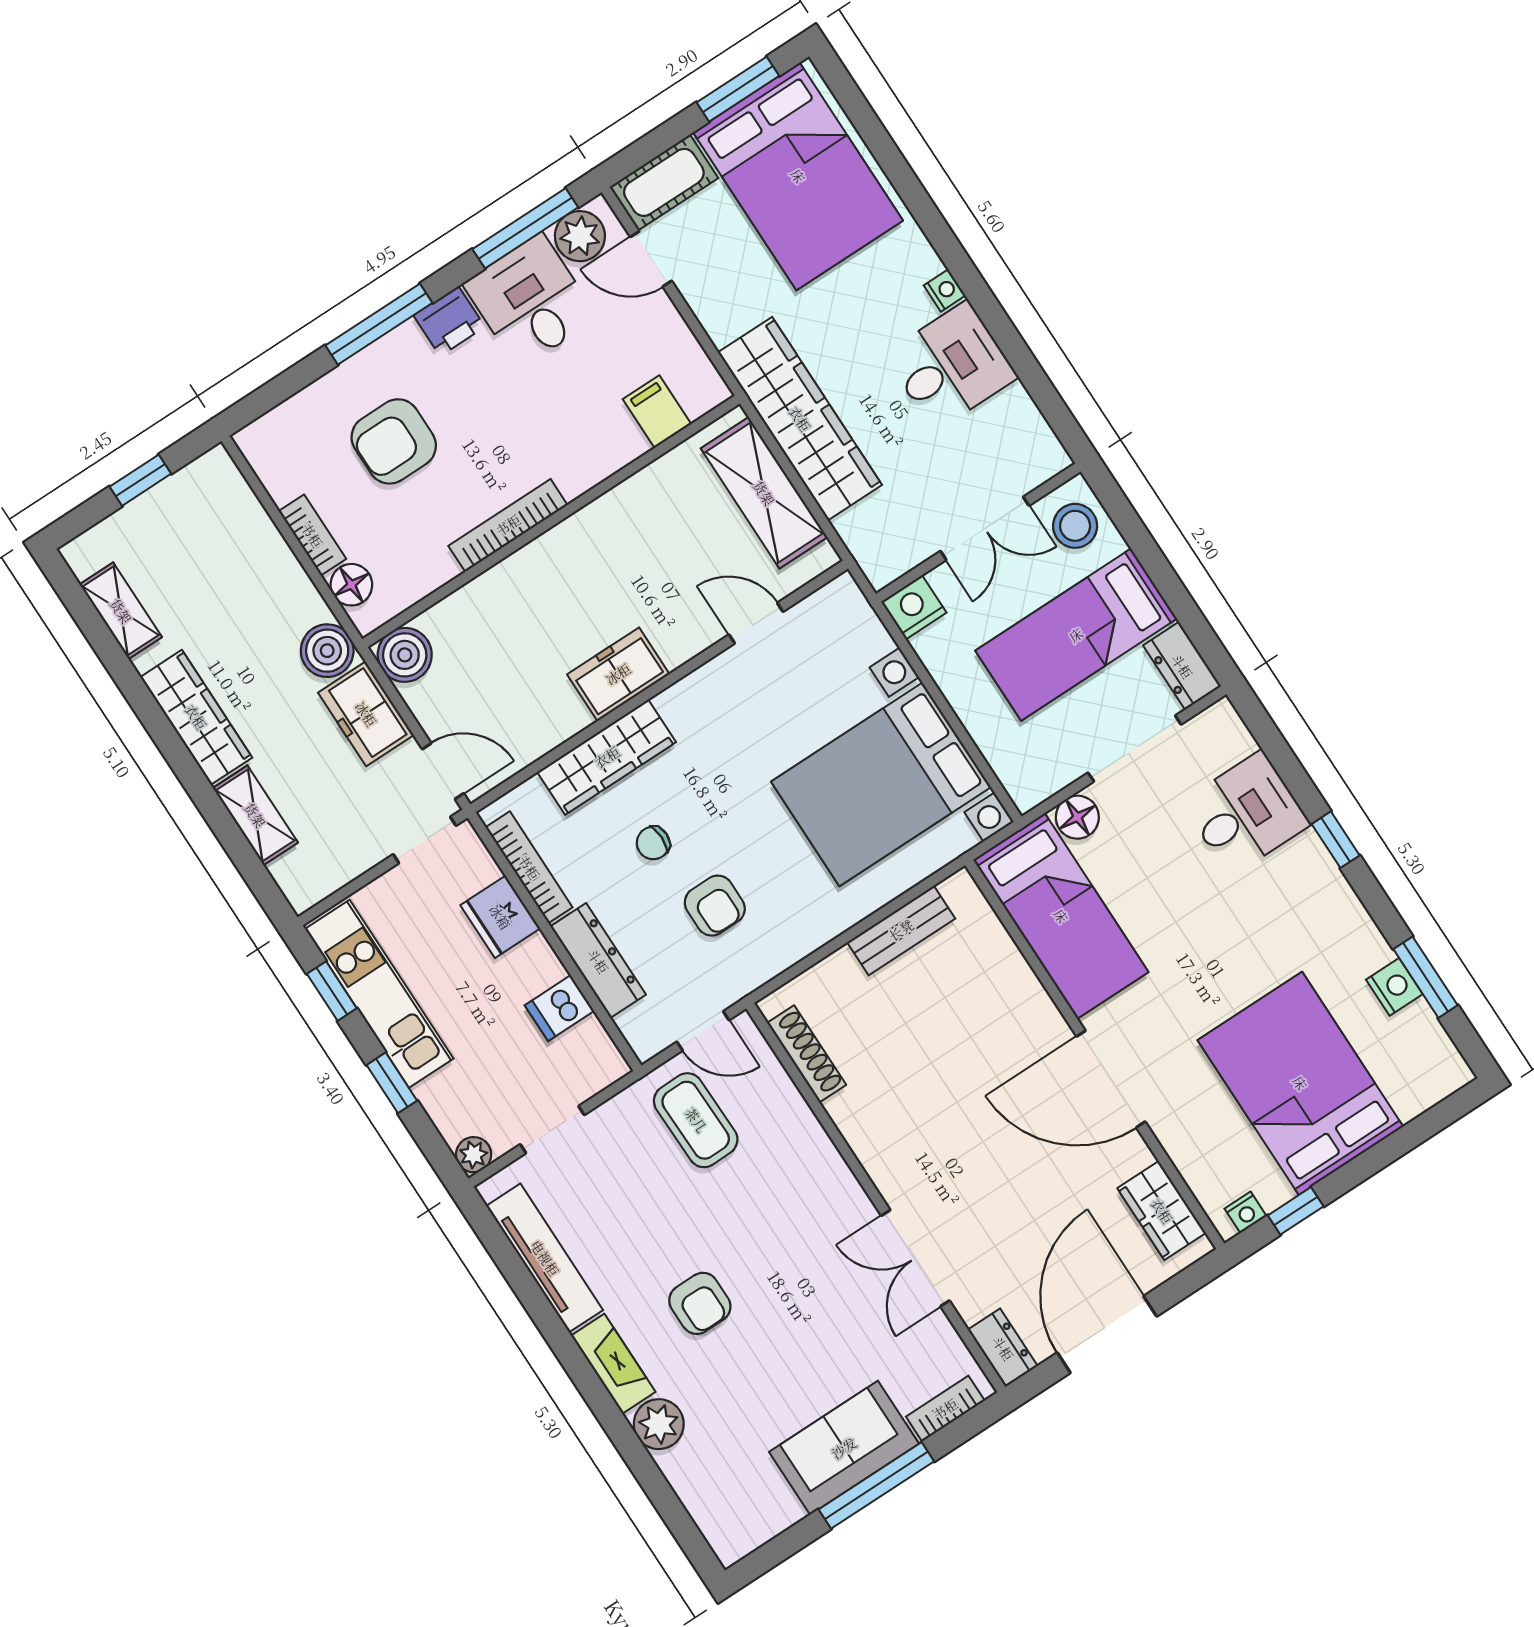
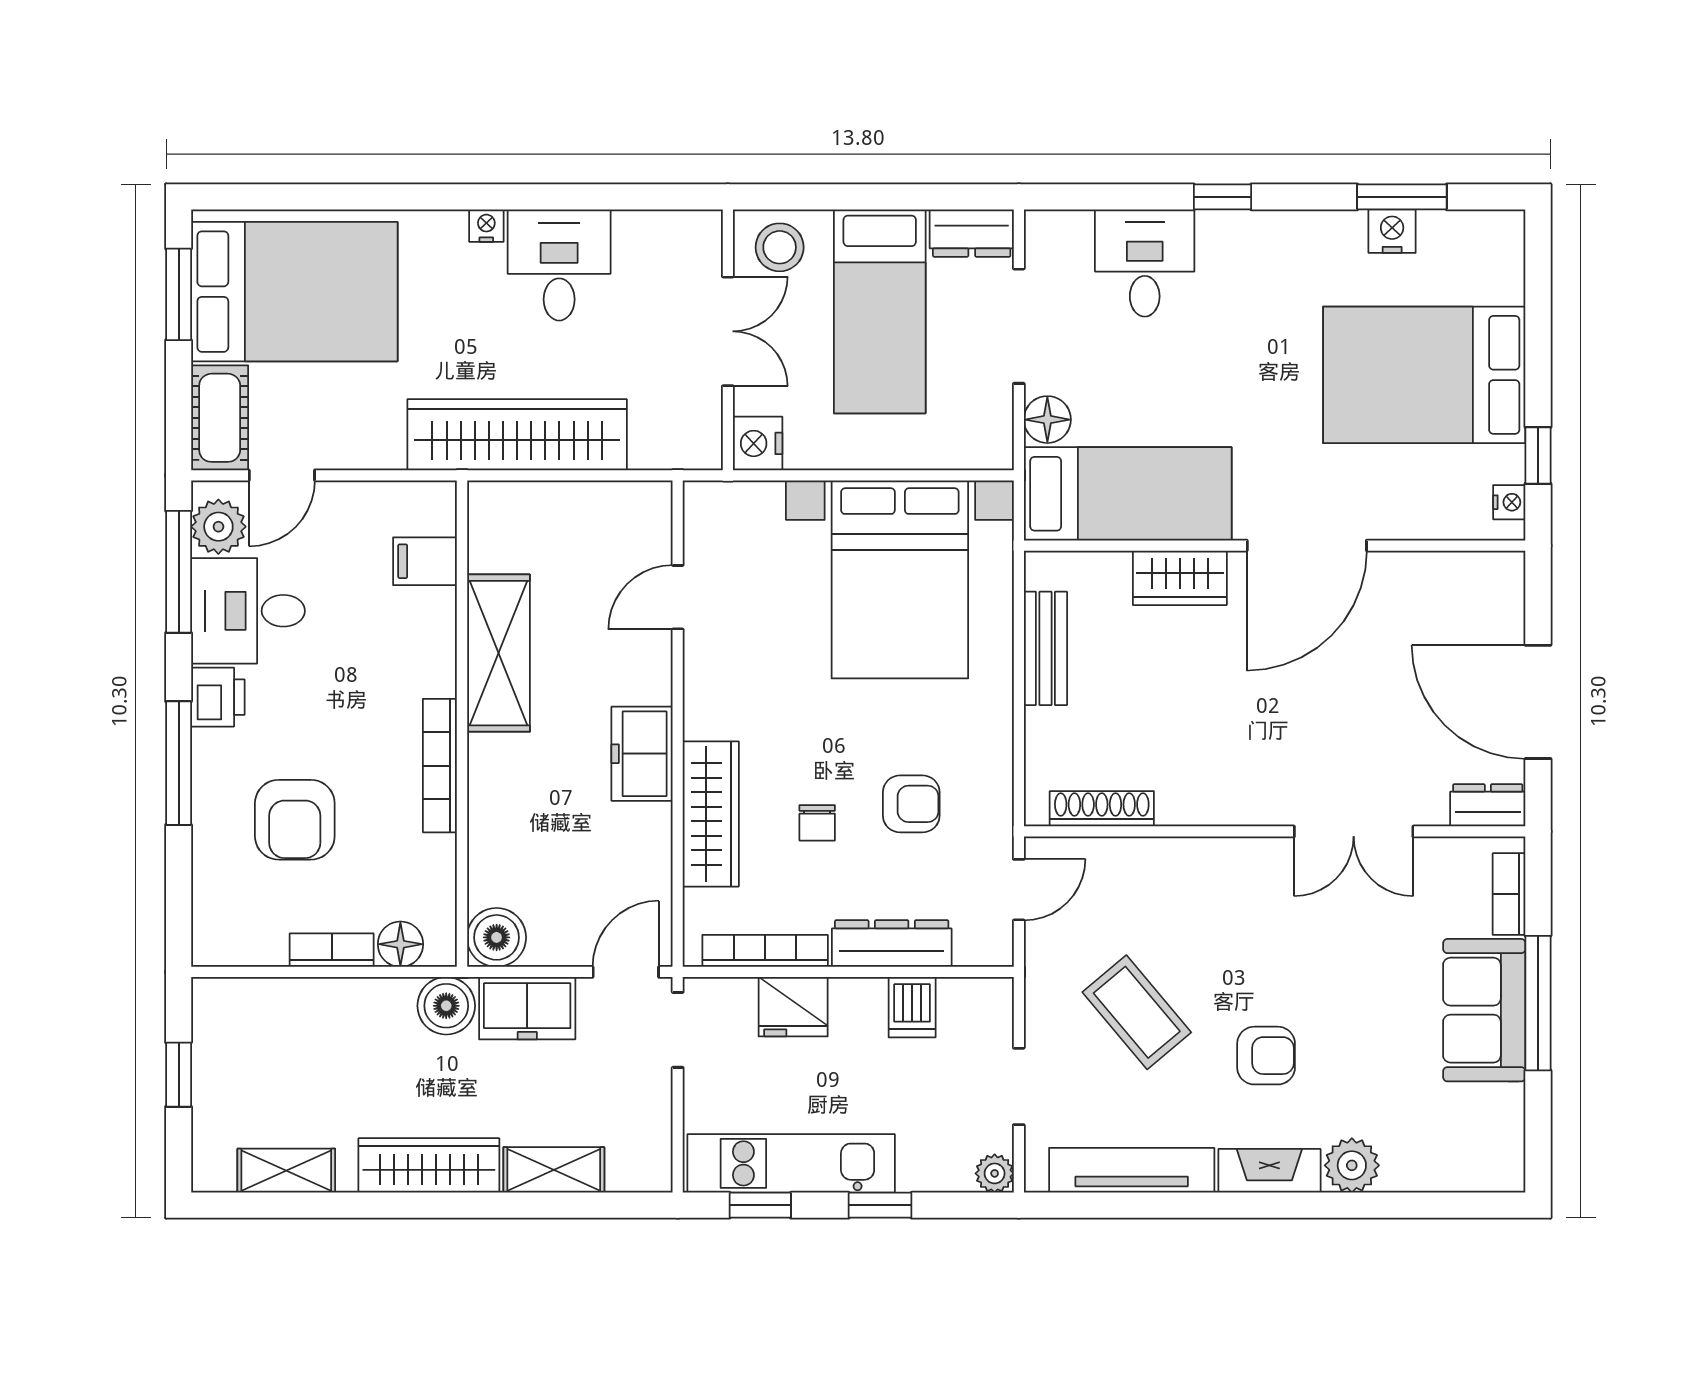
shelving: (764, 493) -> (498, 653), moved, turned 90
coffee table: (696, 1120) -> (1137, 1012), moved, turned 51
wardrobe: (1162, 1211) -> (1180, 578), moved

